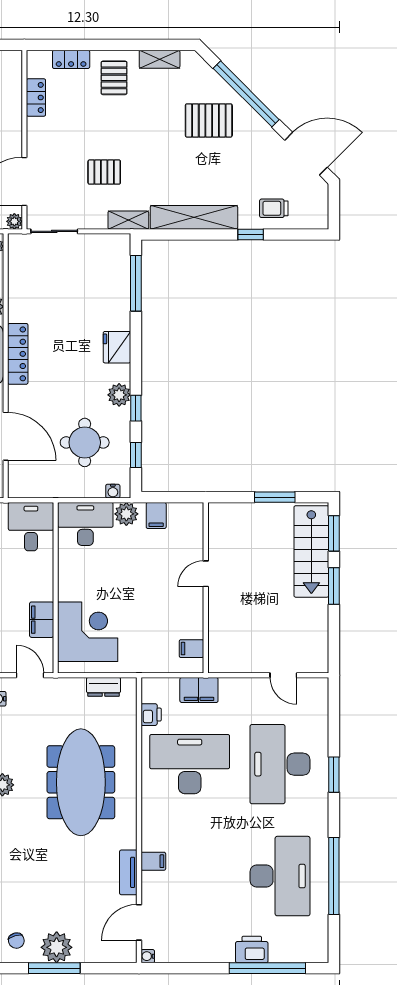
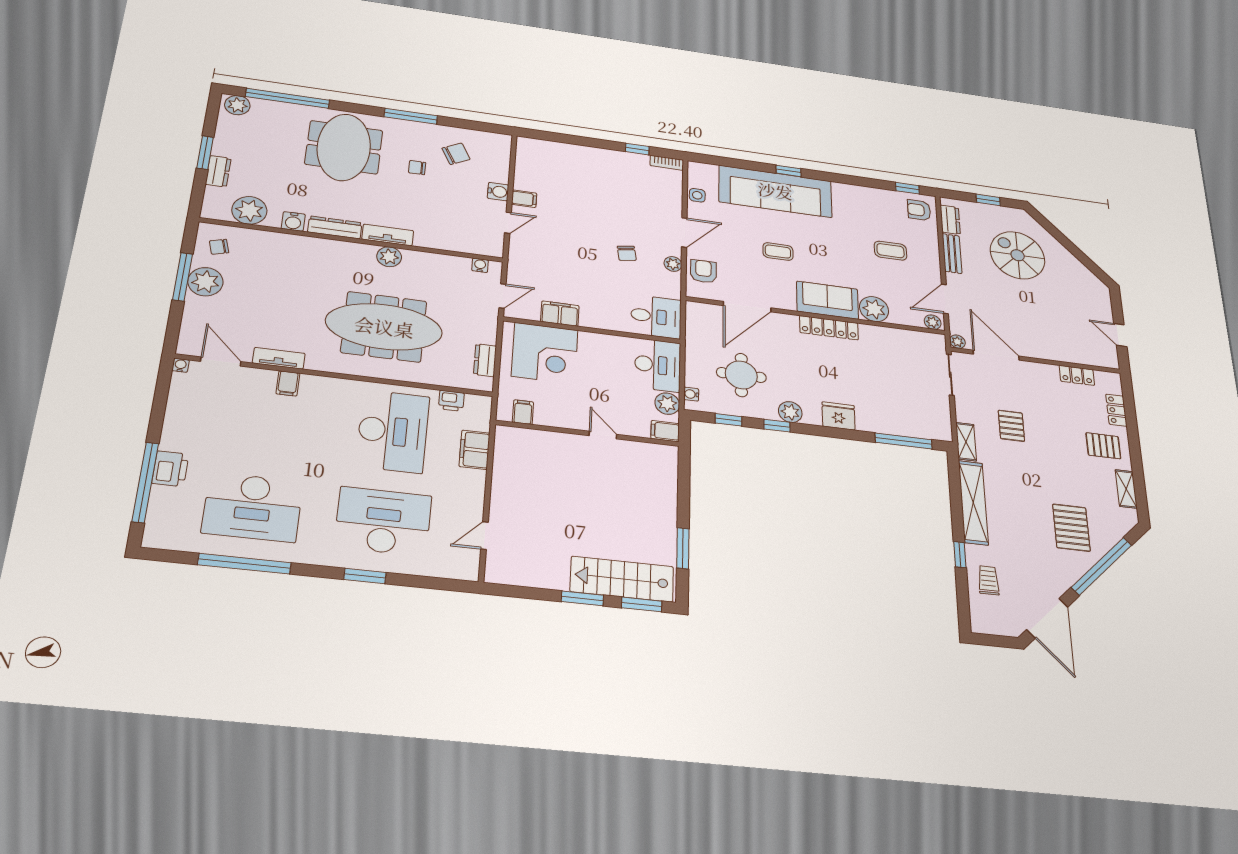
door: (206, 574) -> (603, 435), moved
wall: (206, 588) -> (588, 433), moved
filing cabinet: (191, 649) -> (523, 412), moved

